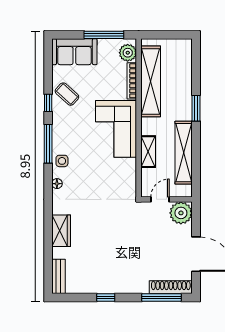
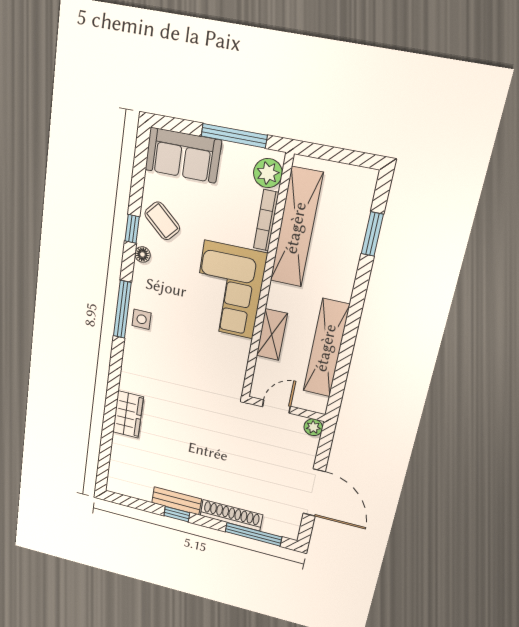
window: (196, 108) -> (372, 234), moved
window: (48, 144) -> (122, 309), moved
floor lamp: (57, 184) -> (142, 254), moved
plant: (181, 213) -> (313, 427), width x0.53, depth x0.53
bench: (58, 276) -> (176, 501), moved, turned 90
shoe rack: (171, 287) -> (231, 515), moved

